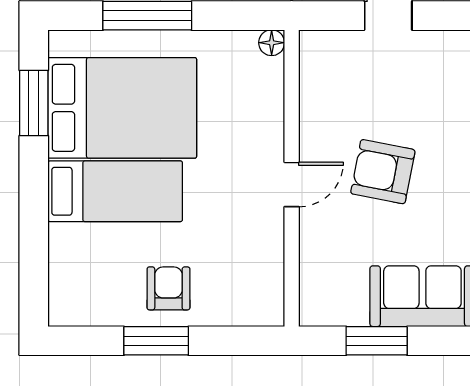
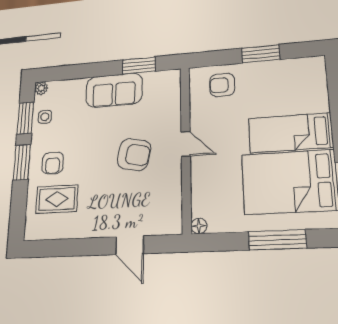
door: (292, 185) -> (186, 144), swing flipped
armchair: (168, 288) -> (222, 85), moved, turned 90

